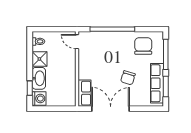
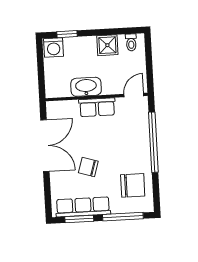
washbasin: (39, 78) -> (86, 87), moved, turned 180
row of seats: (84, 93) -> (97, 107), moved

